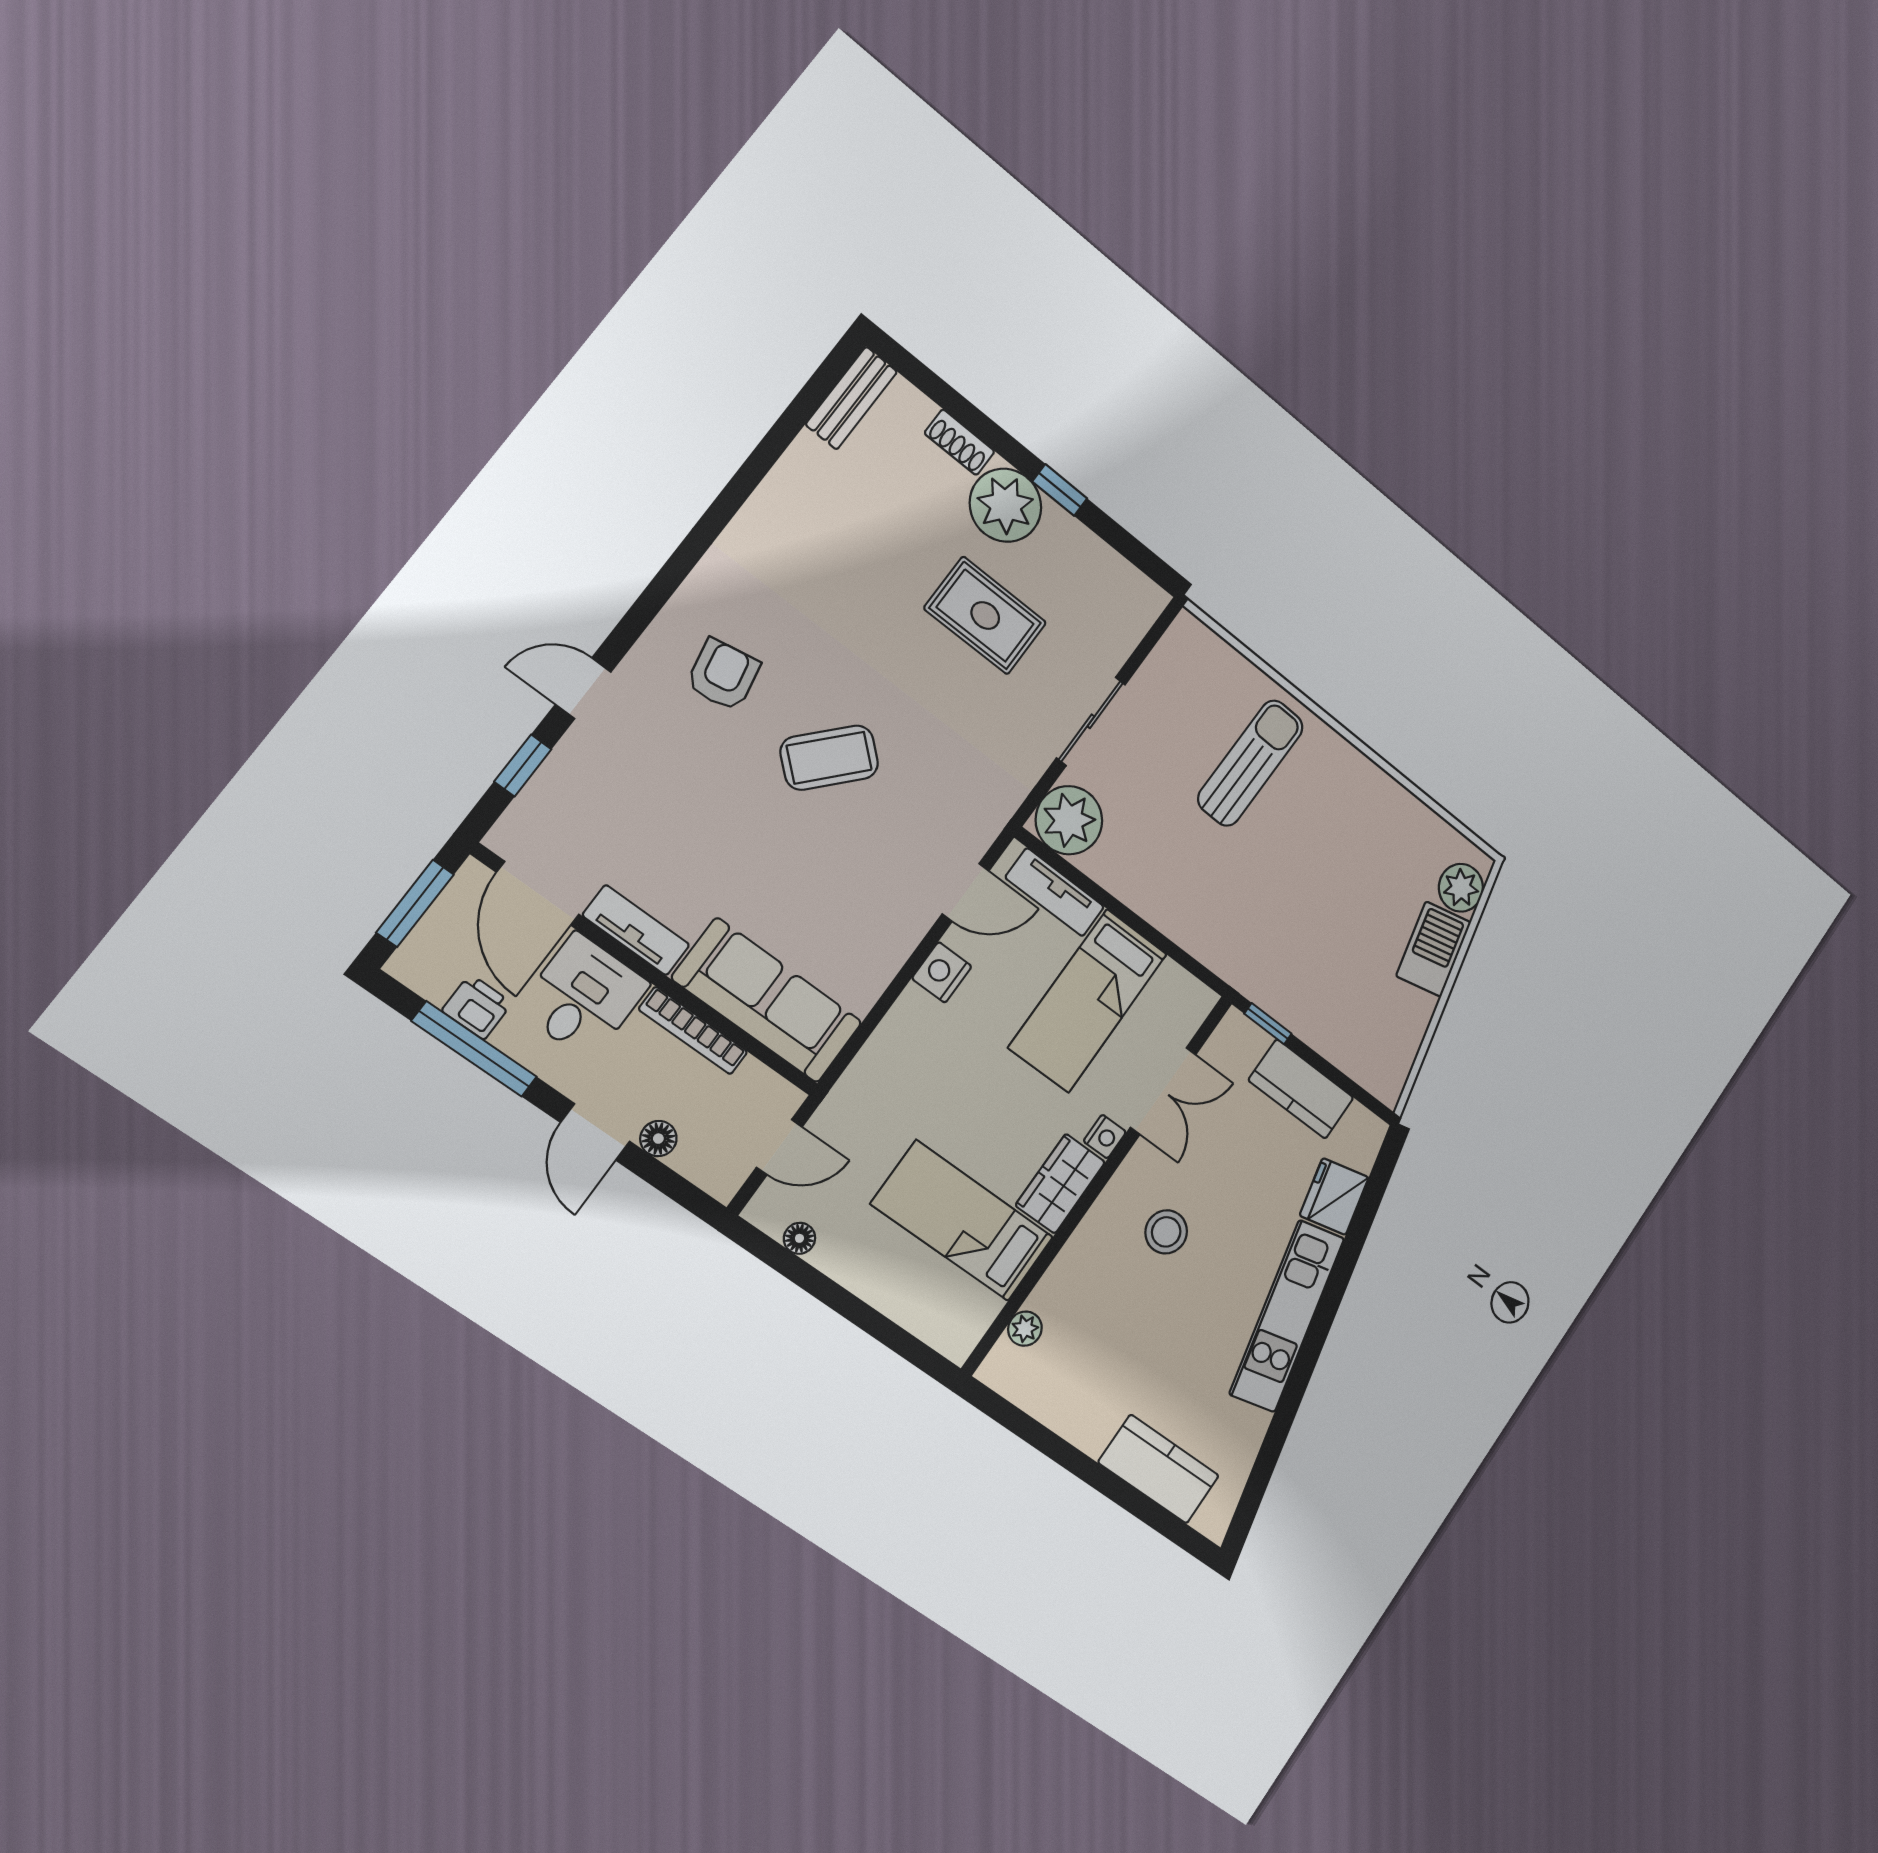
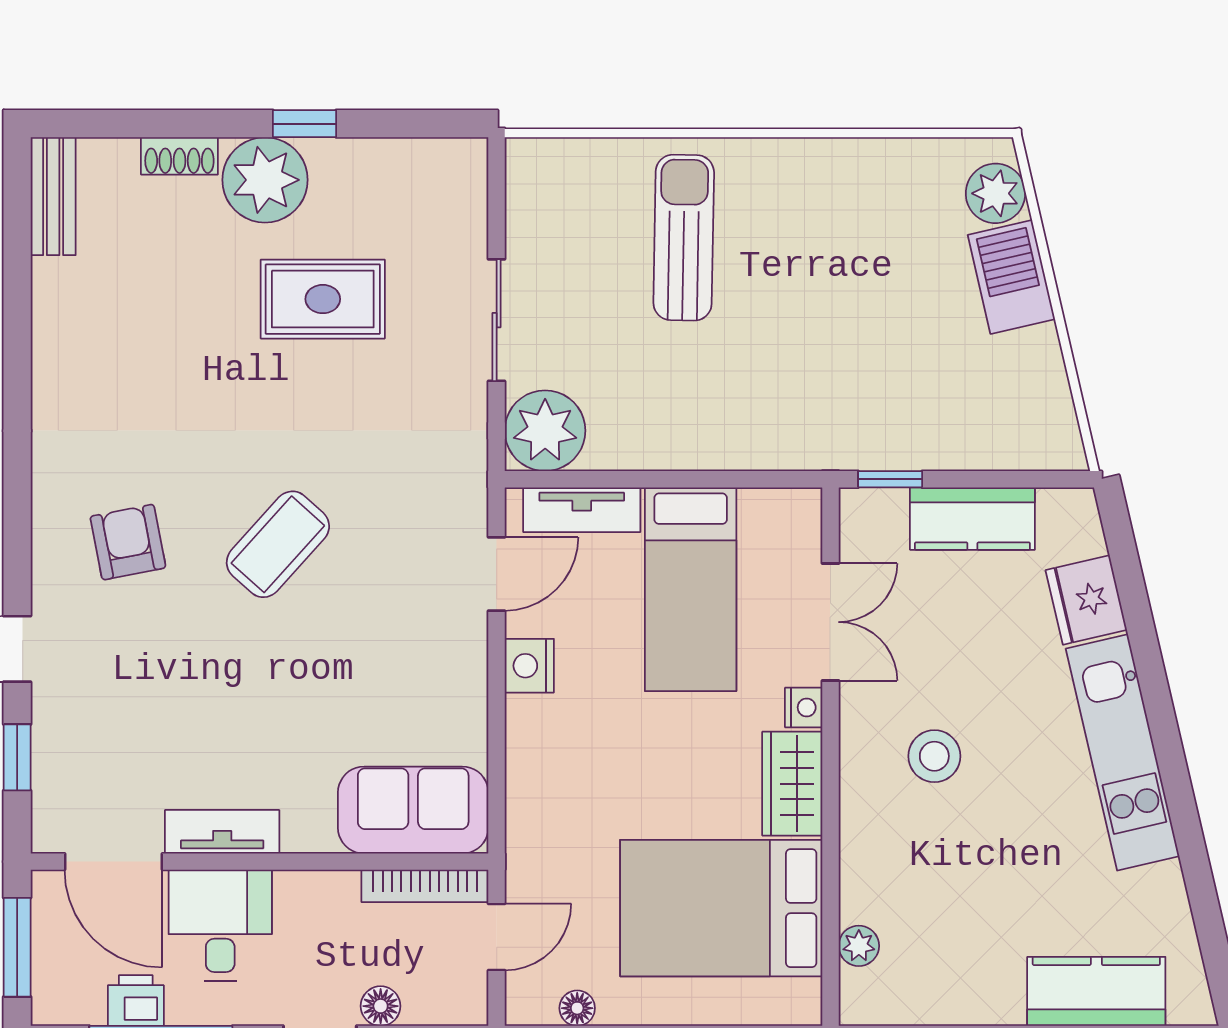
sofa: (767, 1000) -> (413, 810), width x0.73
bookcase: (693, 1031) -> (425, 886), moved
bed: (962, 1221) -> (721, 908), width x1.50

